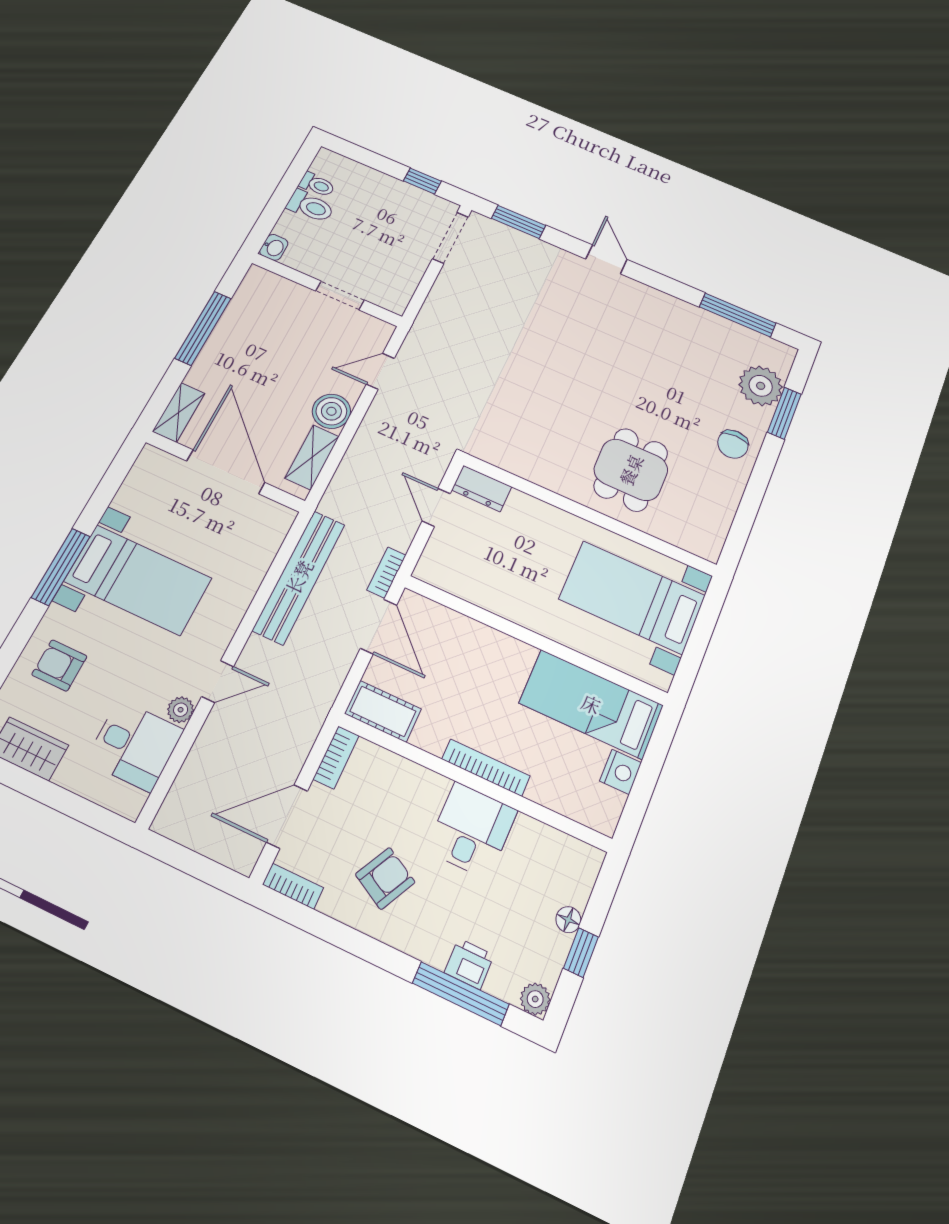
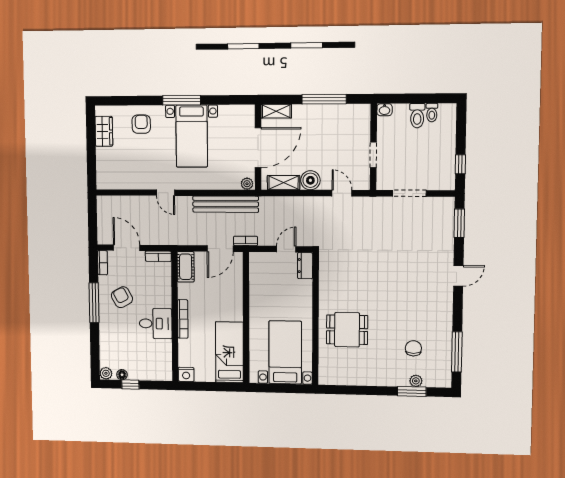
doorway: (450, 238) -> (409, 193), moved
plant: (761, 386) -> (416, 381), width x0.53, depth x0.53
chair: (733, 444) -> (413, 348), moved, turned 90
plant: (181, 710) -> (247, 184), moved
desk: (135, 745) -> (125, 173), removed
nightstand: (621, 772) -> (186, 374), moved
armchair: (385, 878) -> (122, 297), turned -147
floor lamp: (568, 920) -> (122, 375), moved
printer: (469, 964) -> (107, 343), removed
window: (461, 994) -> (94, 303), moved

